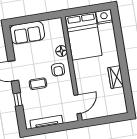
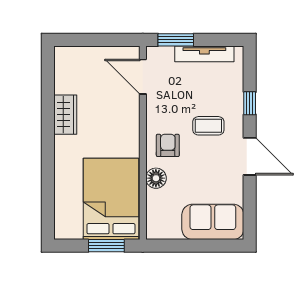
window: (82, 10) -> (106, 246), added
nightstand: (104, 17) -> (68, 228), removed
door: (77, 104) -> (143, 77), hinge flipped
window: (63, 127) -> (176, 40), added

